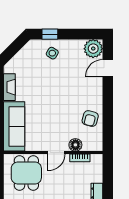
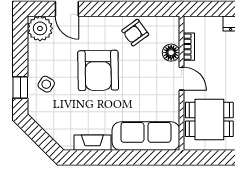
armchair: (62, 91) -> (98, 70), added
armchair: (90, 119) -> (135, 33), turned 129

